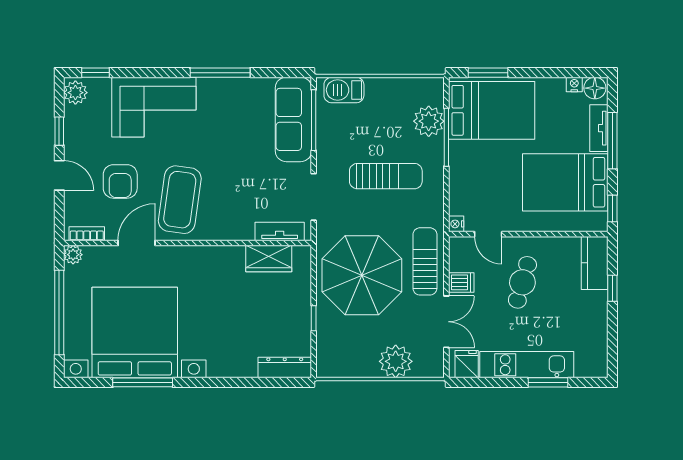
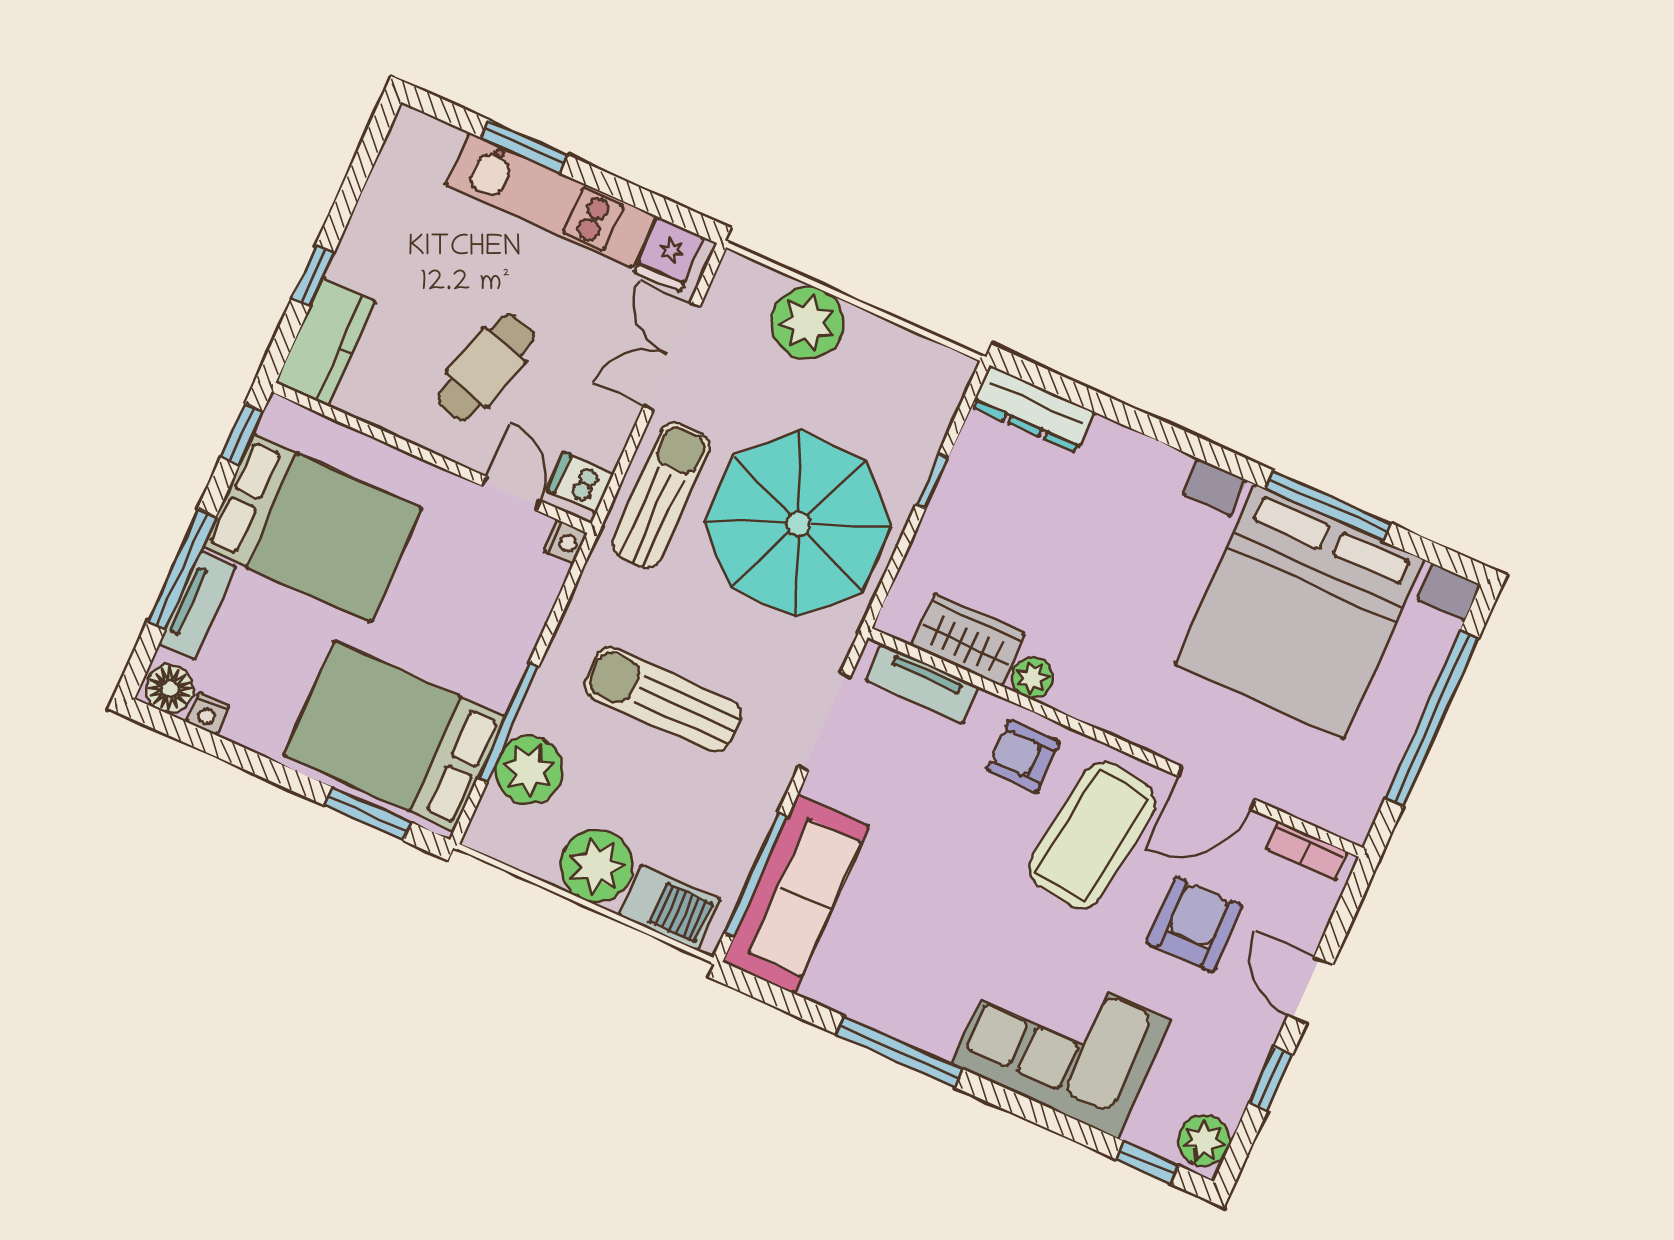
plant: (382, 94) -> (597, 866), added
armchair: (224, 220) -> (1023, 756), added
plant: (73, 255) -> (1032, 678), moved
sun lounger: (425, 261) -> (661, 495), turned 180
dishwasher: (461, 282) -> (580, 482), moved

